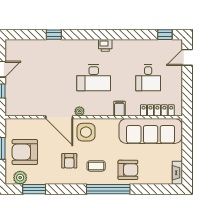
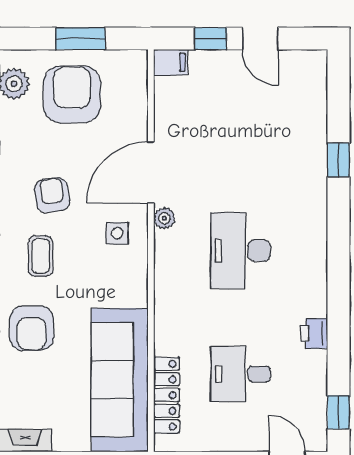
printer: (105, 45) -> (314, 333), moved
filing cabinet: (119, 109) -> (171, 62), moved
side table: (86, 132) -> (117, 233), width x0.54, depth x0.54
armchair: (69, 161) -> (52, 195), turned 82

